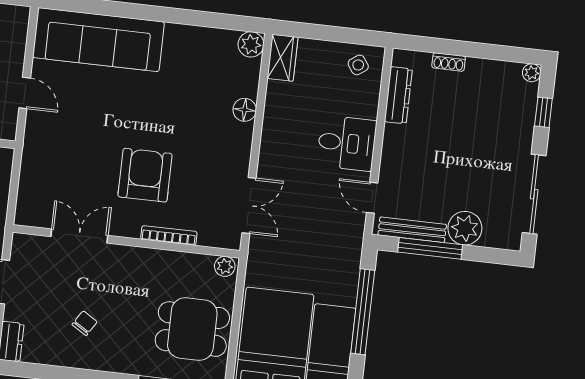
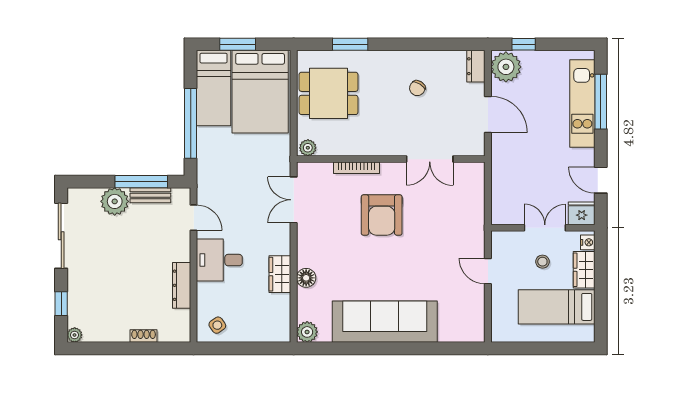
sofa: (98, 40) -> (385, 322), moved
wardrobe: (283, 58) -> (280, 274), moved
dresser: (398, 95) -> (182, 285), moved
bench: (412, 230) -> (150, 195), width x0.73

